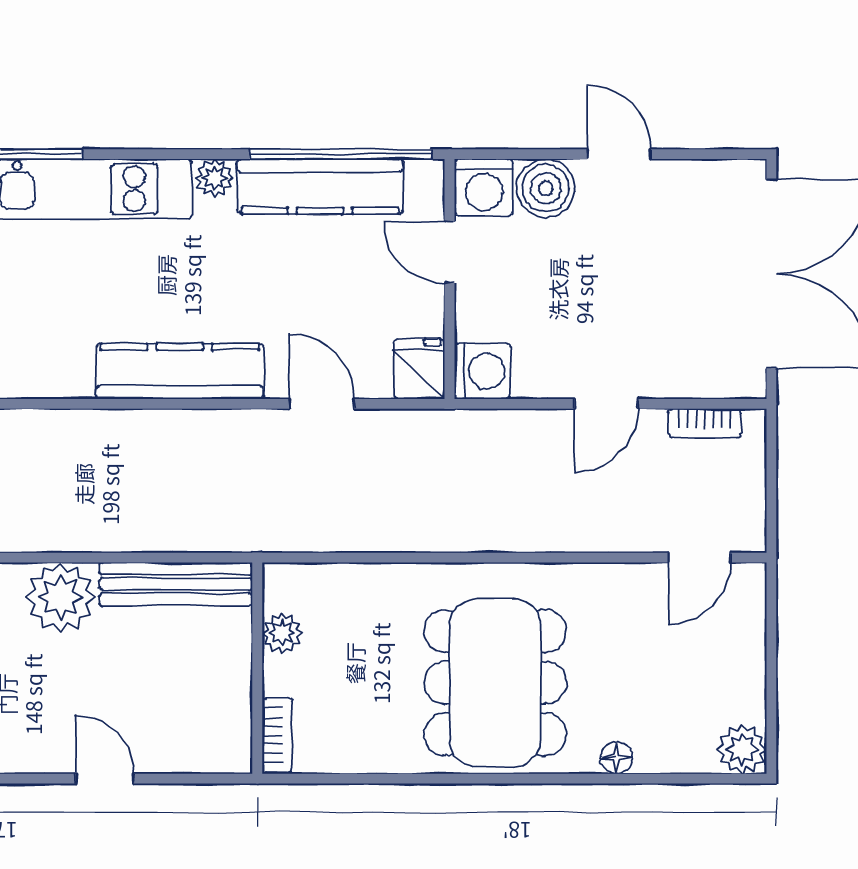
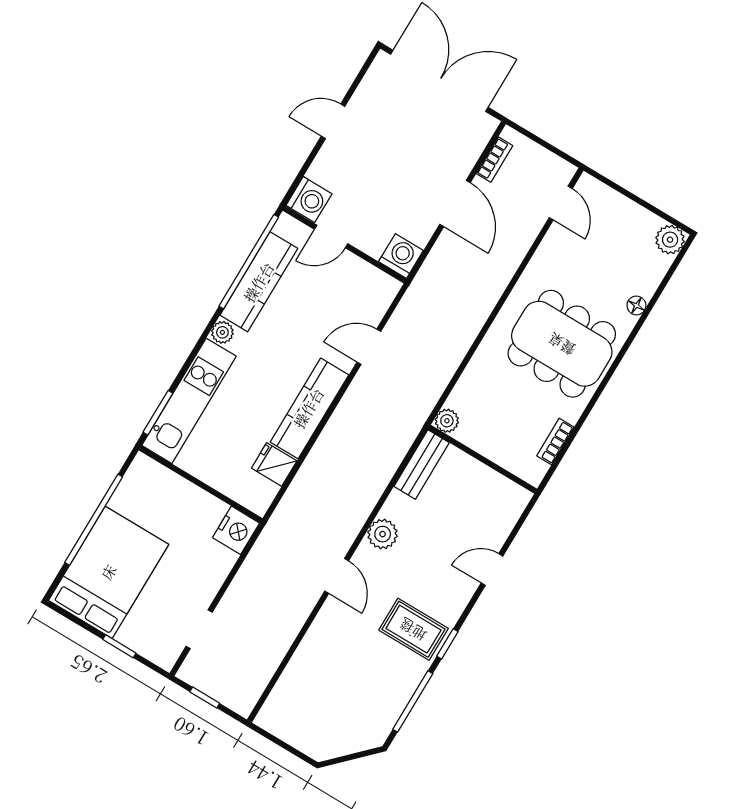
boiler: (546, 188) -> (328, 169), removed
fridge: (419, 369) -> (274, 465), moved
door: (606, 404) -> (455, 203), width x1.38
bench: (176, 584) -> (422, 464), width x0.73
plant: (61, 597) -> (383, 534), width x0.73, depth x0.73
plant: (282, 633) -> (447, 421), moved
bookcase: (277, 735) -> (555, 441), moved, turned -90

